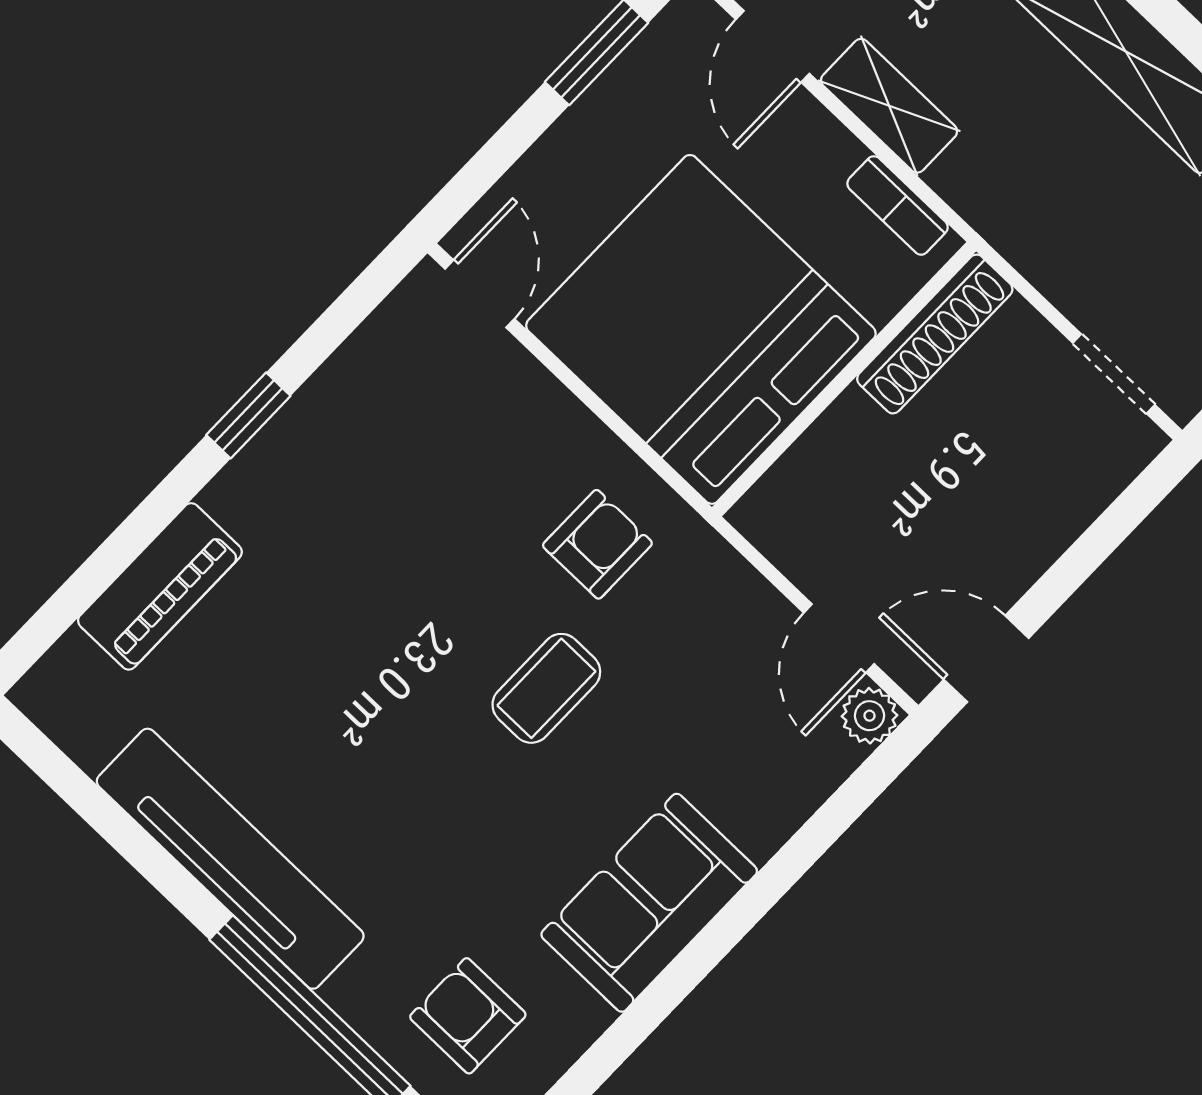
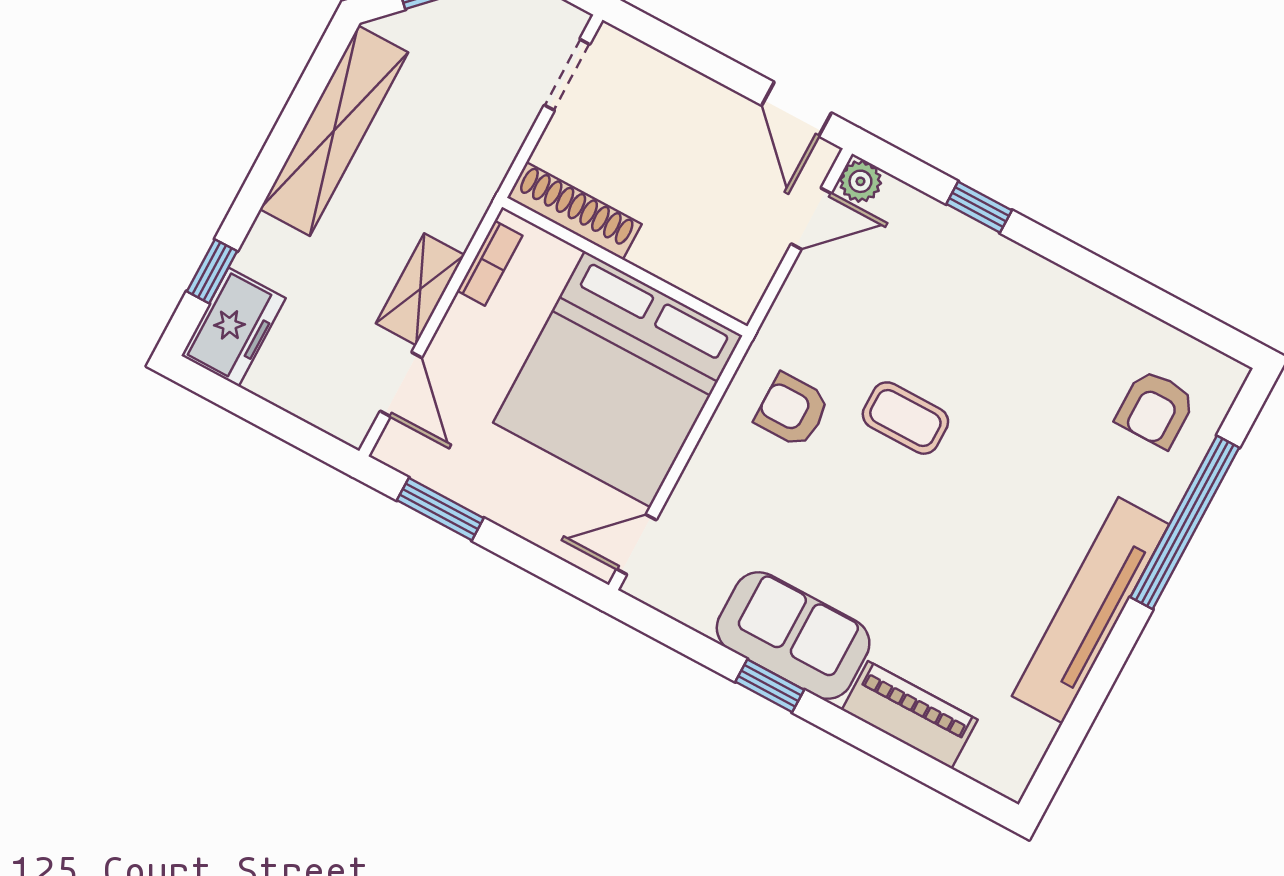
door: (773, 47) -> (401, 384), hinge flipped
window: (793, 860) -> (979, 207), added
sofa: (649, 903) -> (793, 636), moved, turned 180

